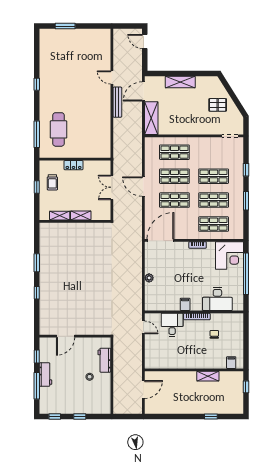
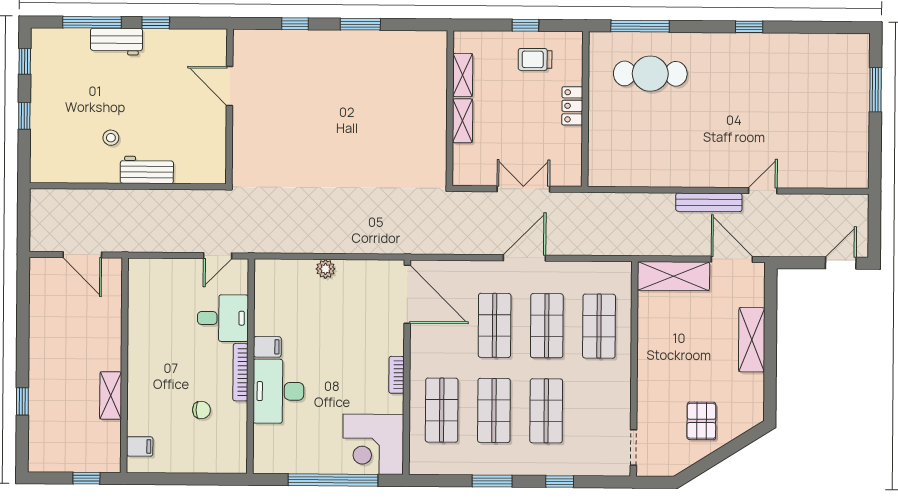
desk: (217, 299) -> (278, 391), moved
door: (66, 336) -> (230, 86), moved
wall: (75, 336) -> (229, 107), moved

